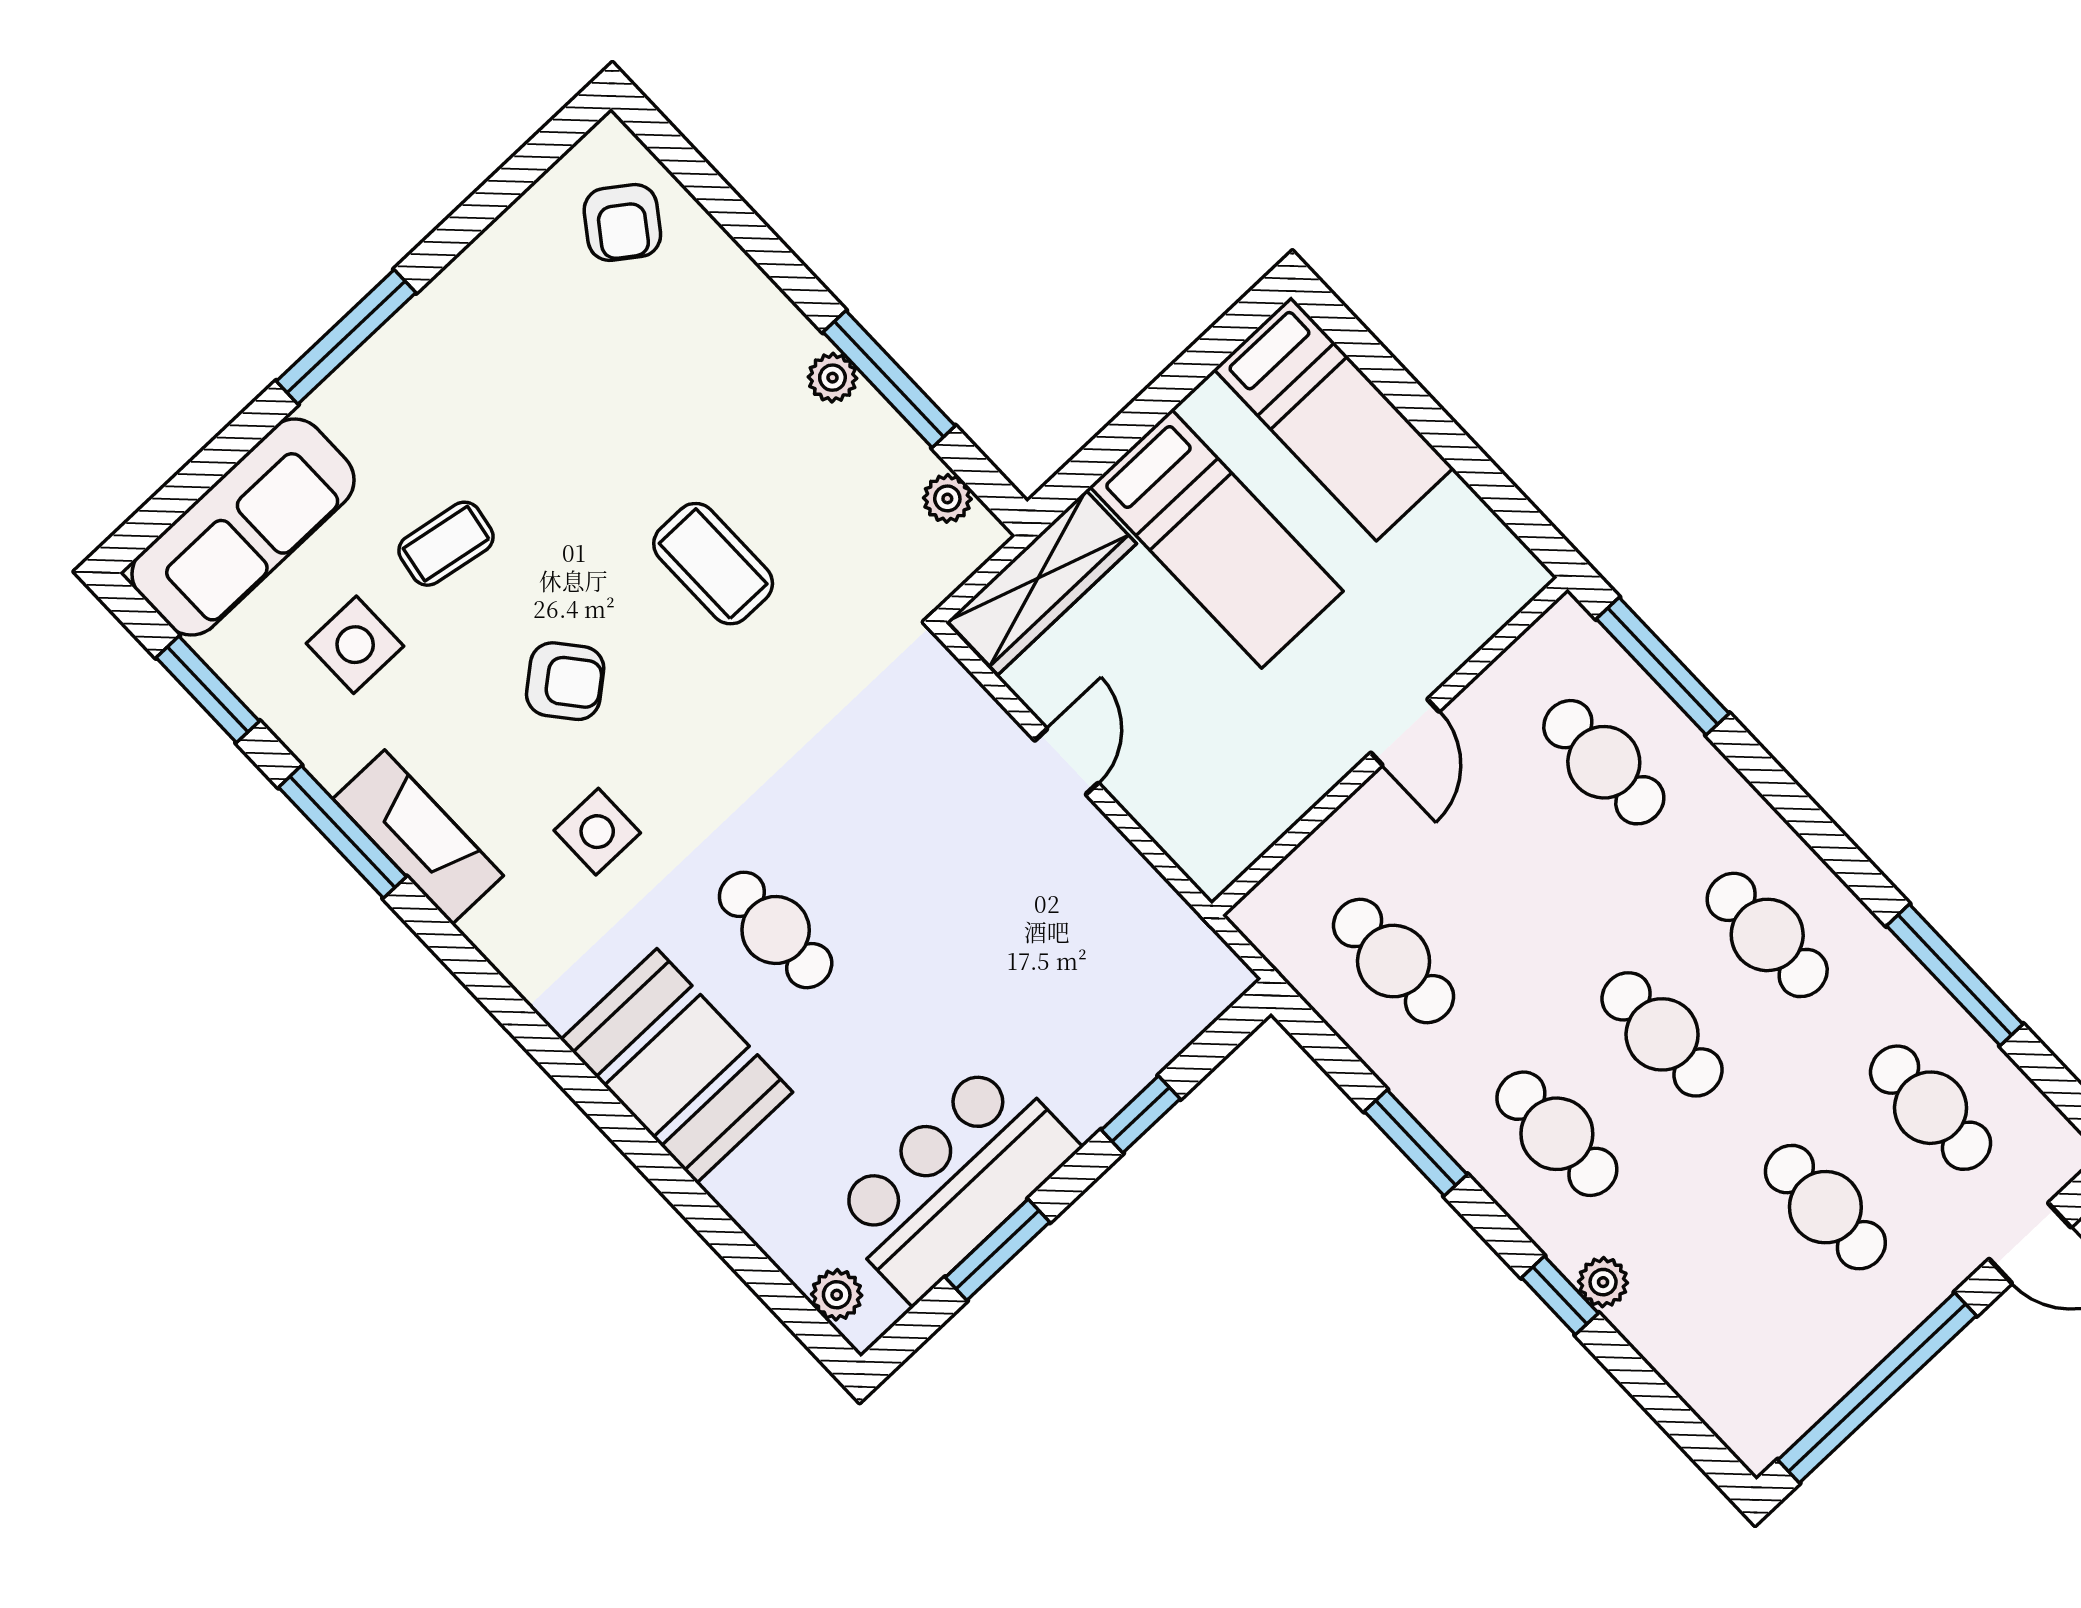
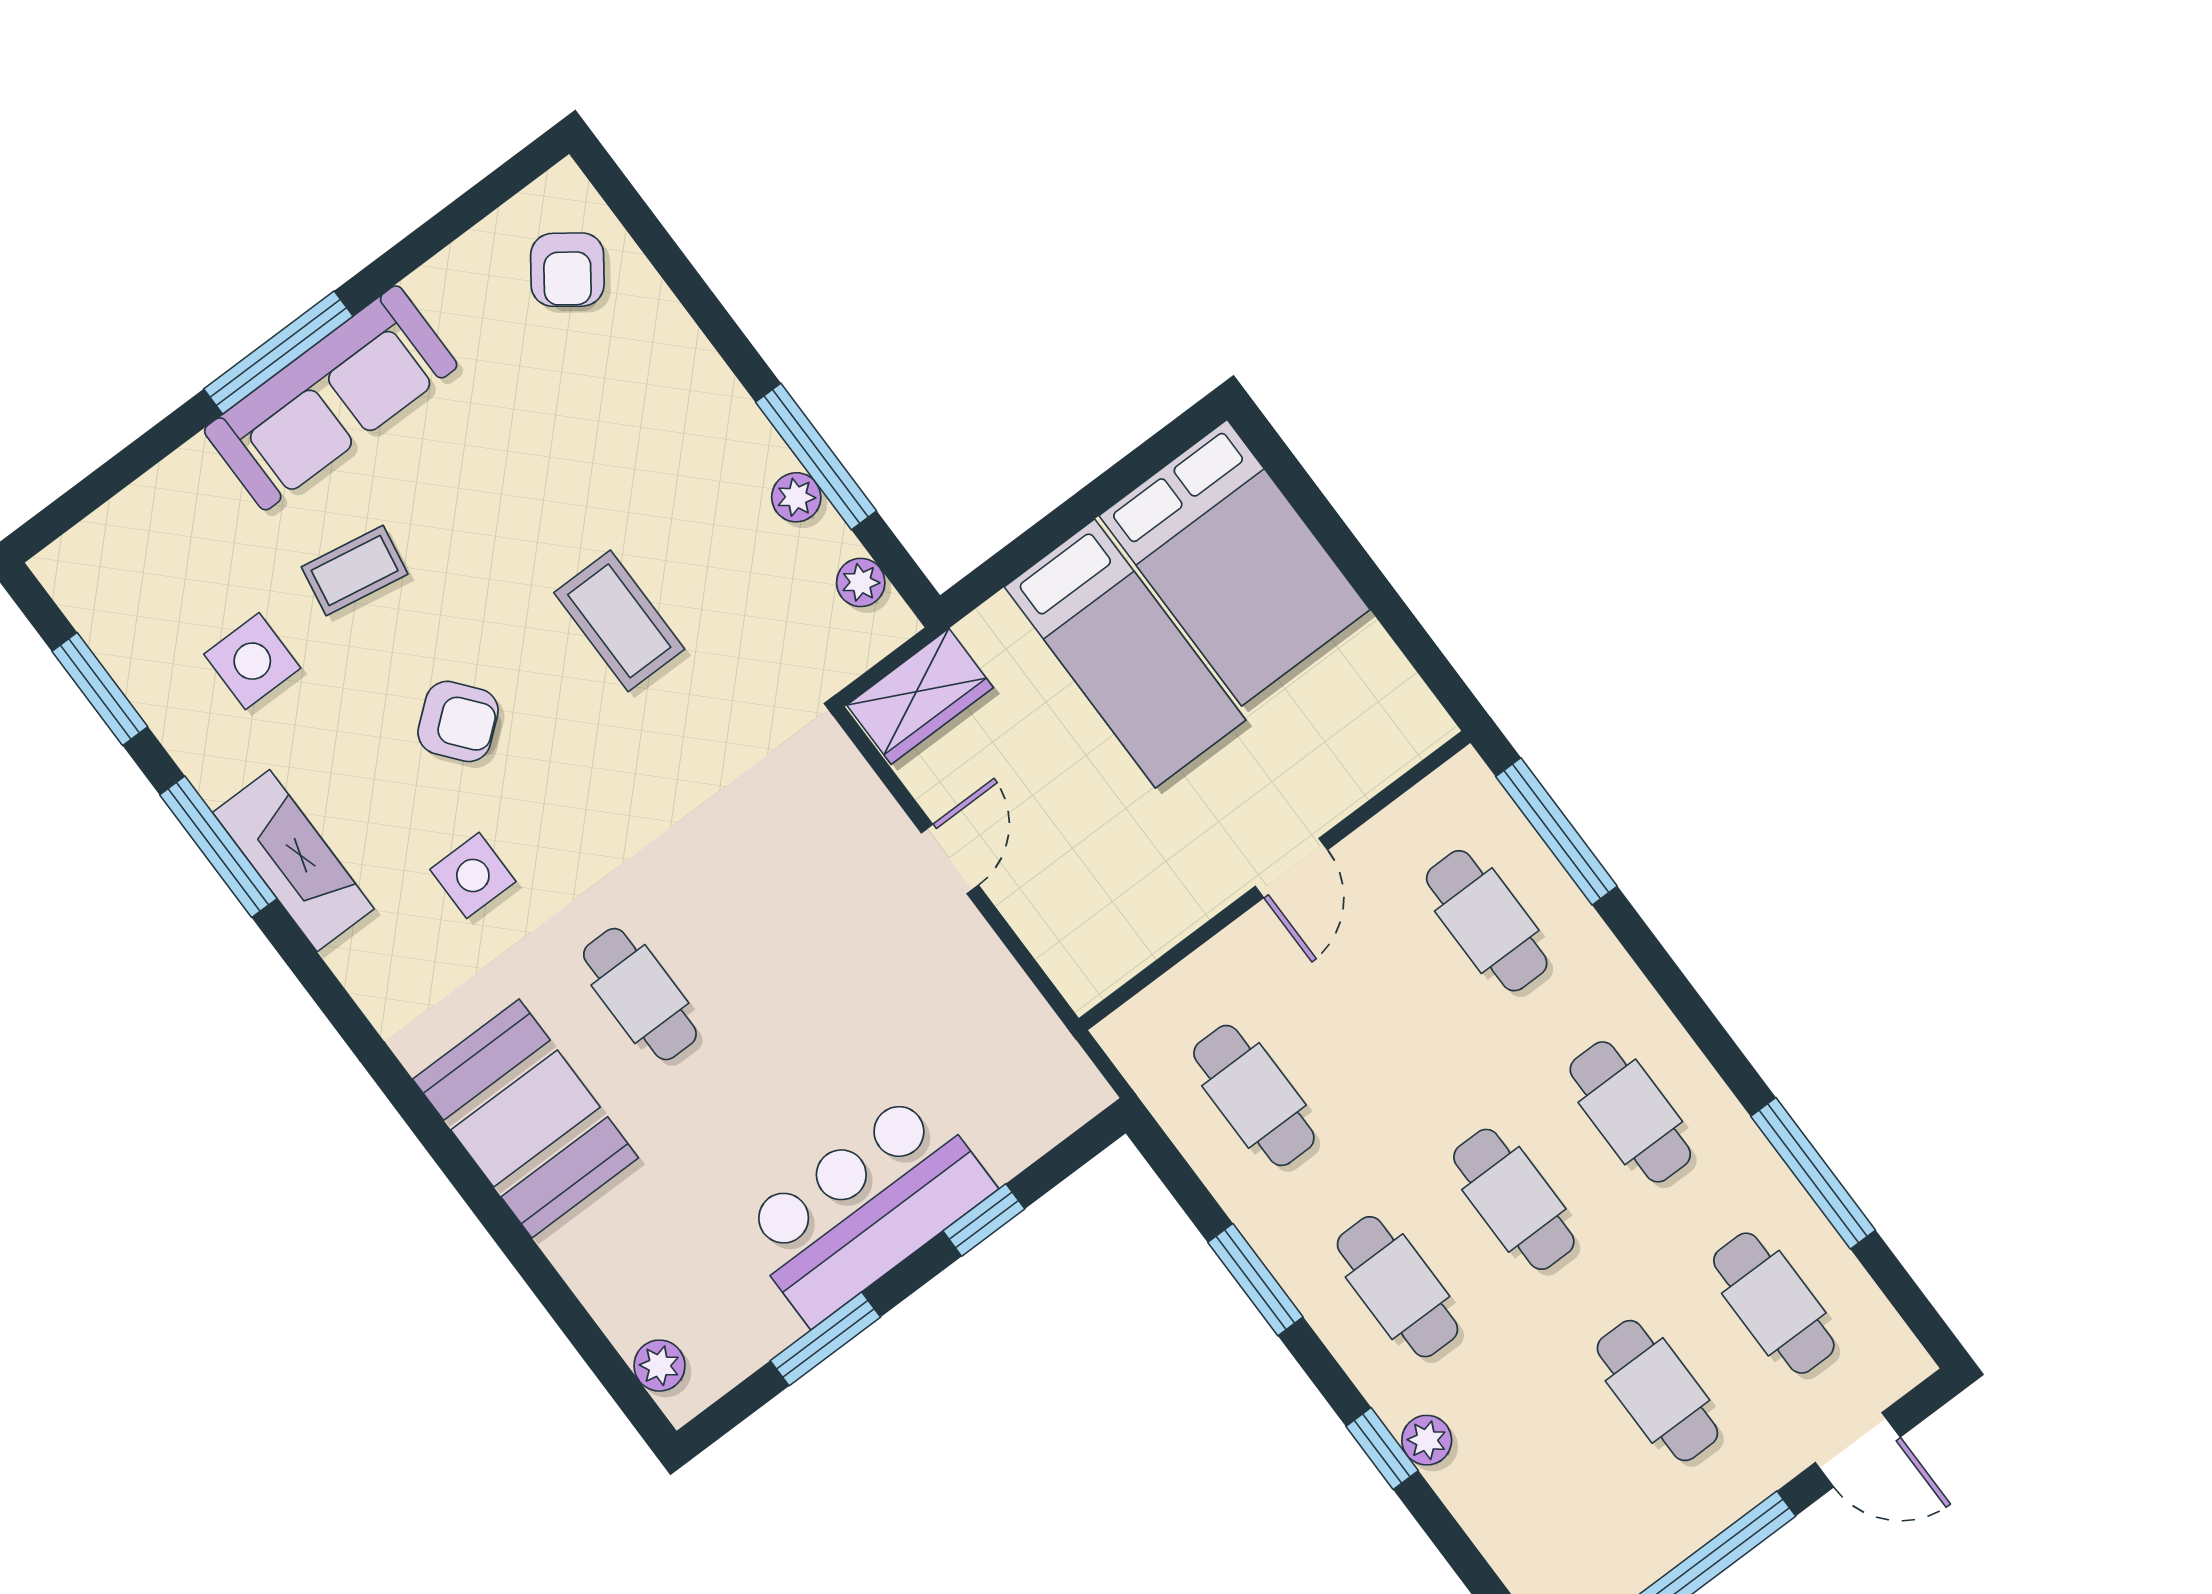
plant: (832, 378) -> (796, 497), moved
bed: (1334, 419) -> (1234, 563), width x1.50
sofa: (243, 527) -> (331, 398), moved
wardrobe: (1042, 582) -> (920, 696), width x0.67
bar counter: (953, 1180) -> (866, 1207), moved

